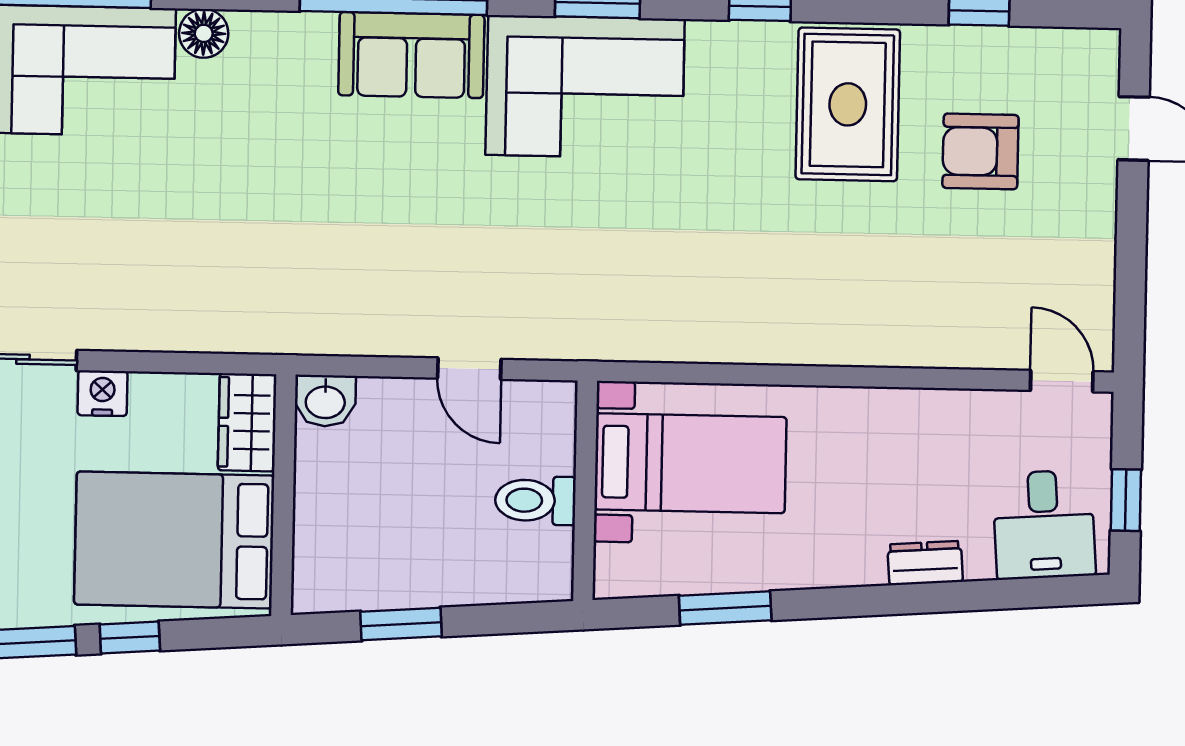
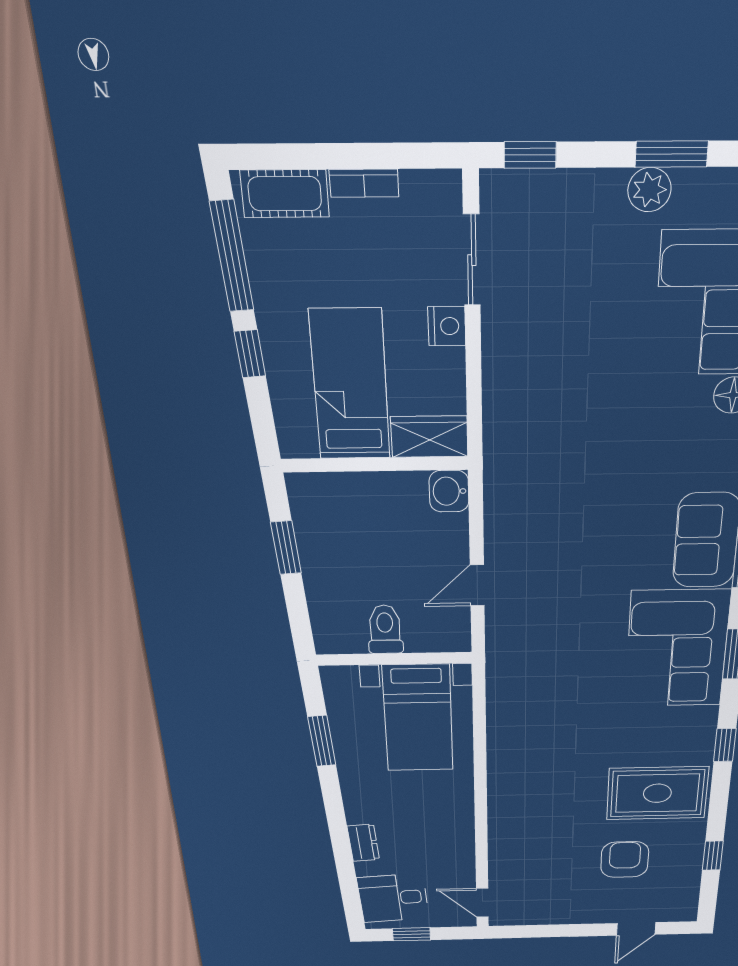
door: (1062, 381) -> (482, 903), swing flipped
bed: (174, 540) -> (350, 385), width x0.67

